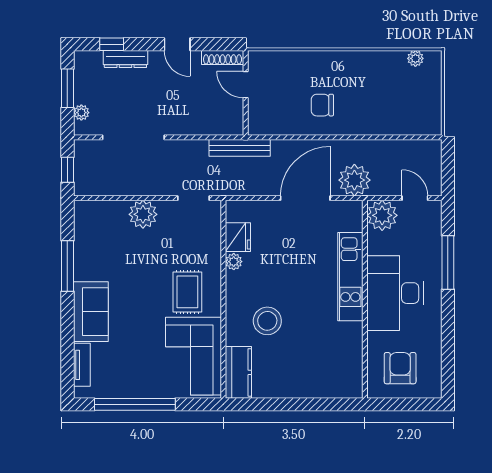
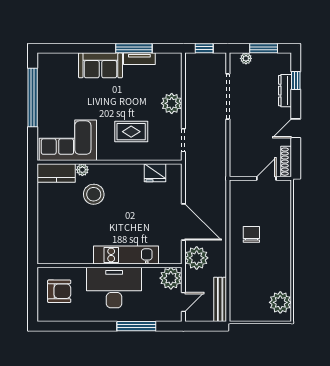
plant: (415, 58) -> (280, 302), width x1.88, depth x1.88
bench: (240, 148) -> (220, 299), moved
plant: (234, 262) -> (82, 170), moved
rug: (187, 292) -> (131, 132), moved
tv unit: (82, 365) -> (139, 59), moved

